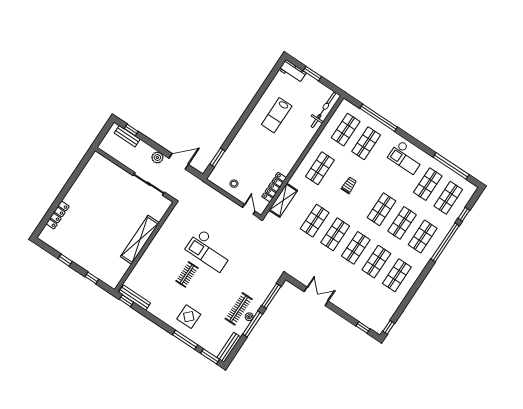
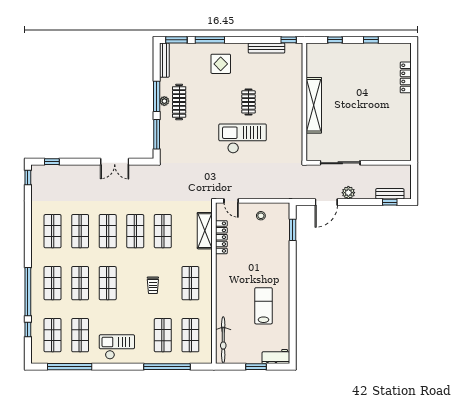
bench: (135, 298) -> (267, 48), moved

